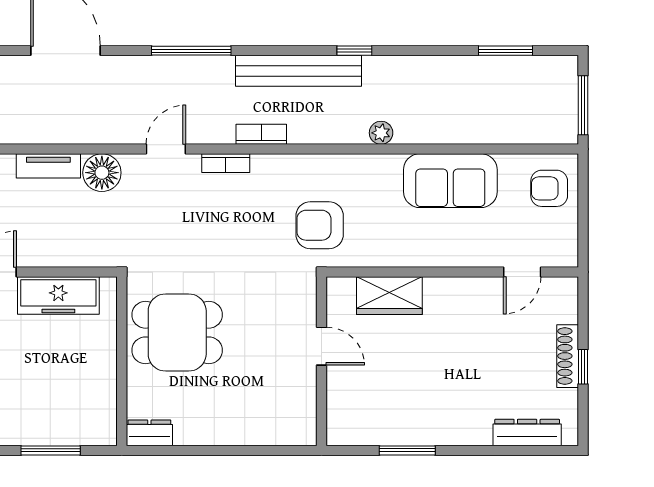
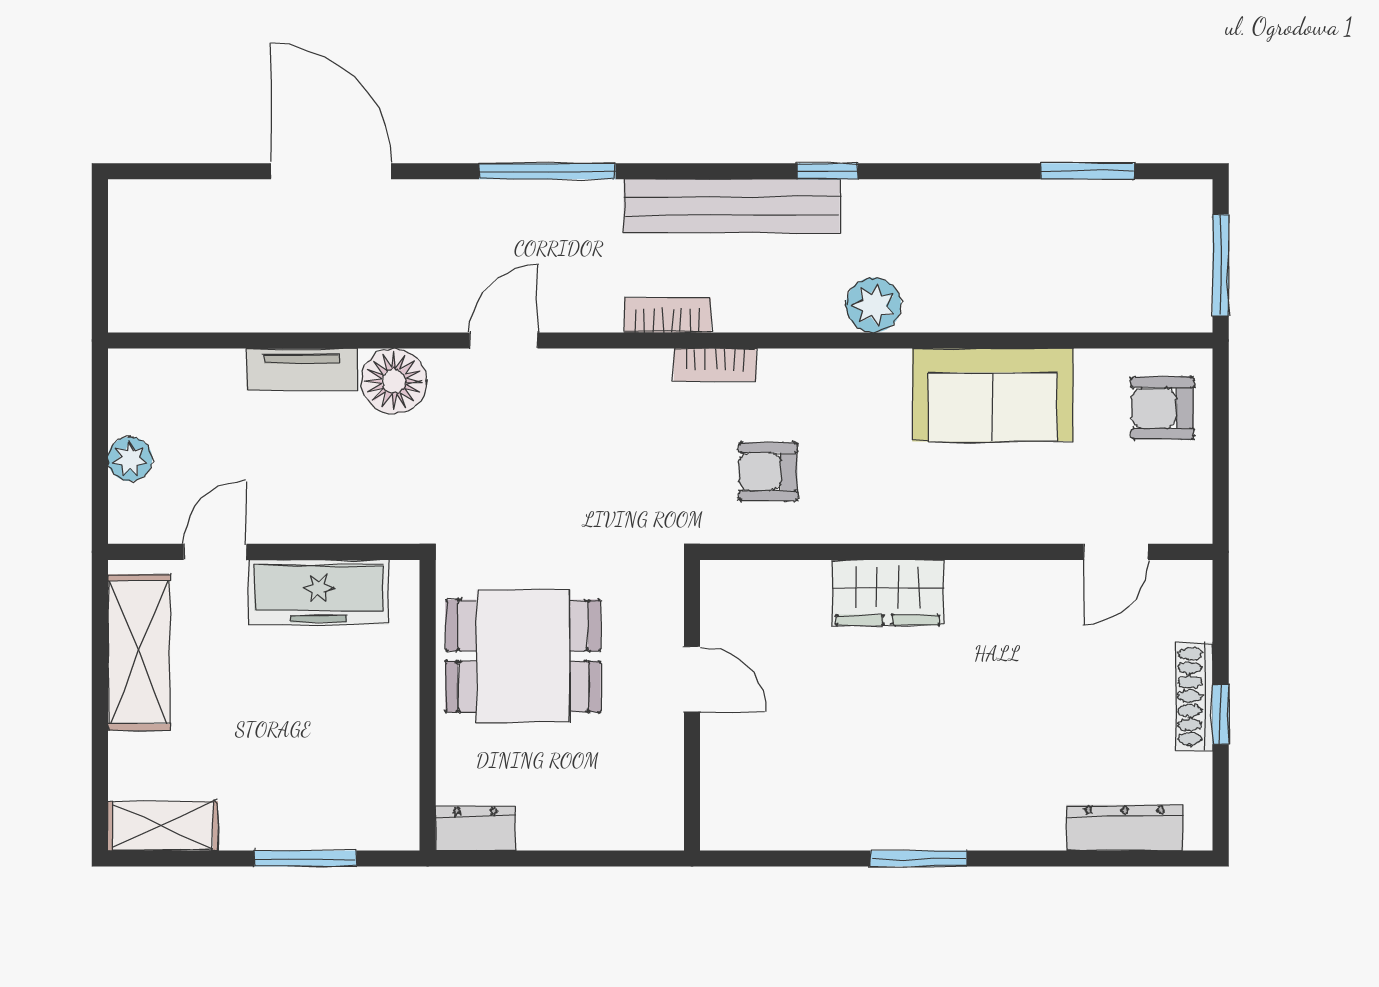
plant: (381, 133) -> (874, 305), width x1.38, depth x1.38
bookcase: (226, 163) -> (715, 365), moved
armchair: (320, 225) -> (768, 471), width x0.72, depth x0.72
door: (322, 346) -> (692, 679), moved
wall: (322, 361) -> (692, 705), moved

